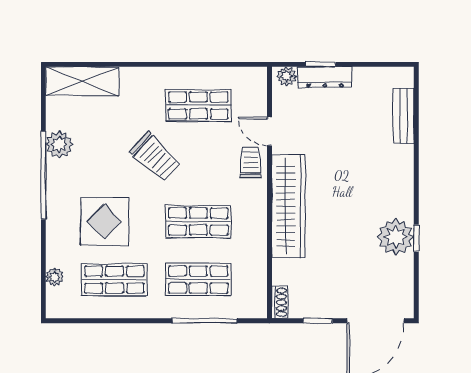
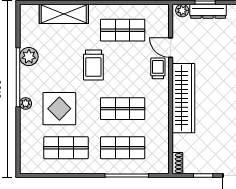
shelving: (82, 81) -> (64, 14), moved
trolley: (155, 157) -> (93, 65), turned 47
plant: (55, 277) -> (26, 103), moved

